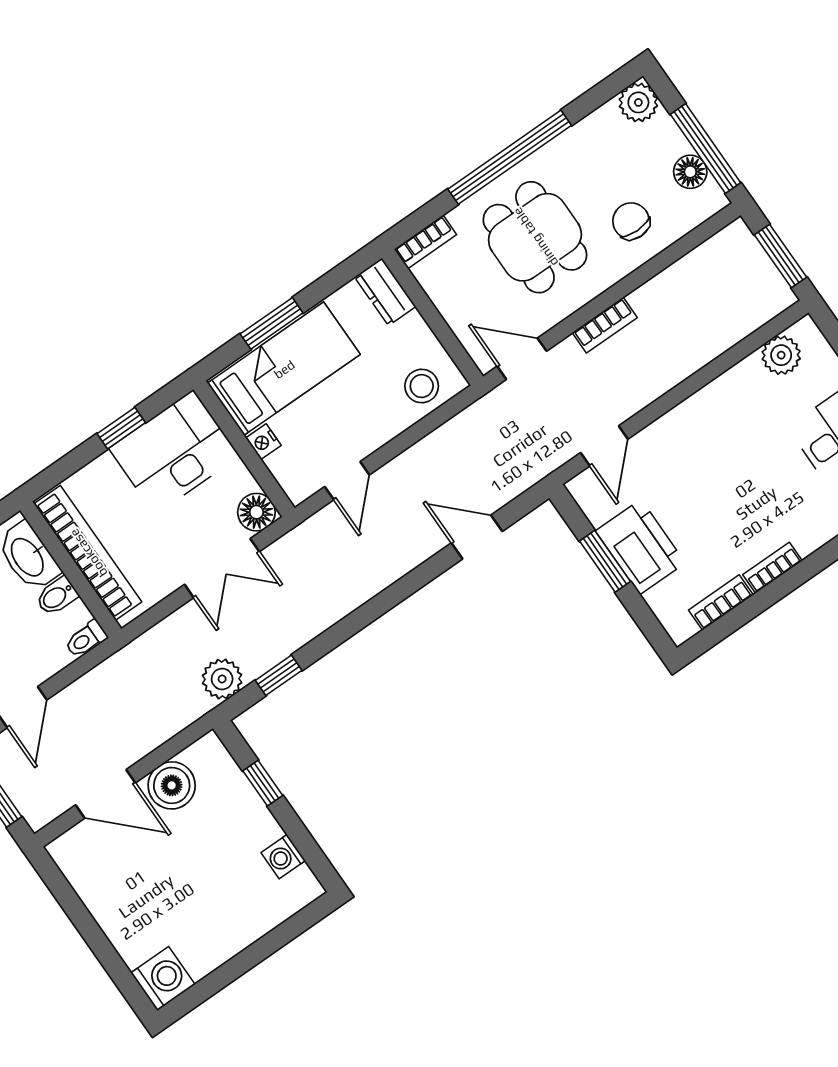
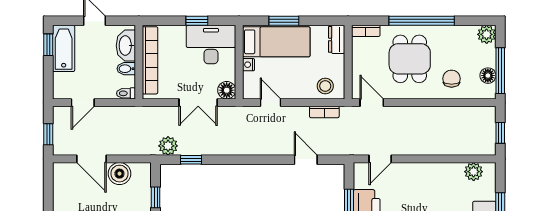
window: (781, 256) -> (500, 133), width x0.67
bookcase: (605, 325) -> (324, 112), moved
door: (347, 481) -> (271, 103), swing flipped

